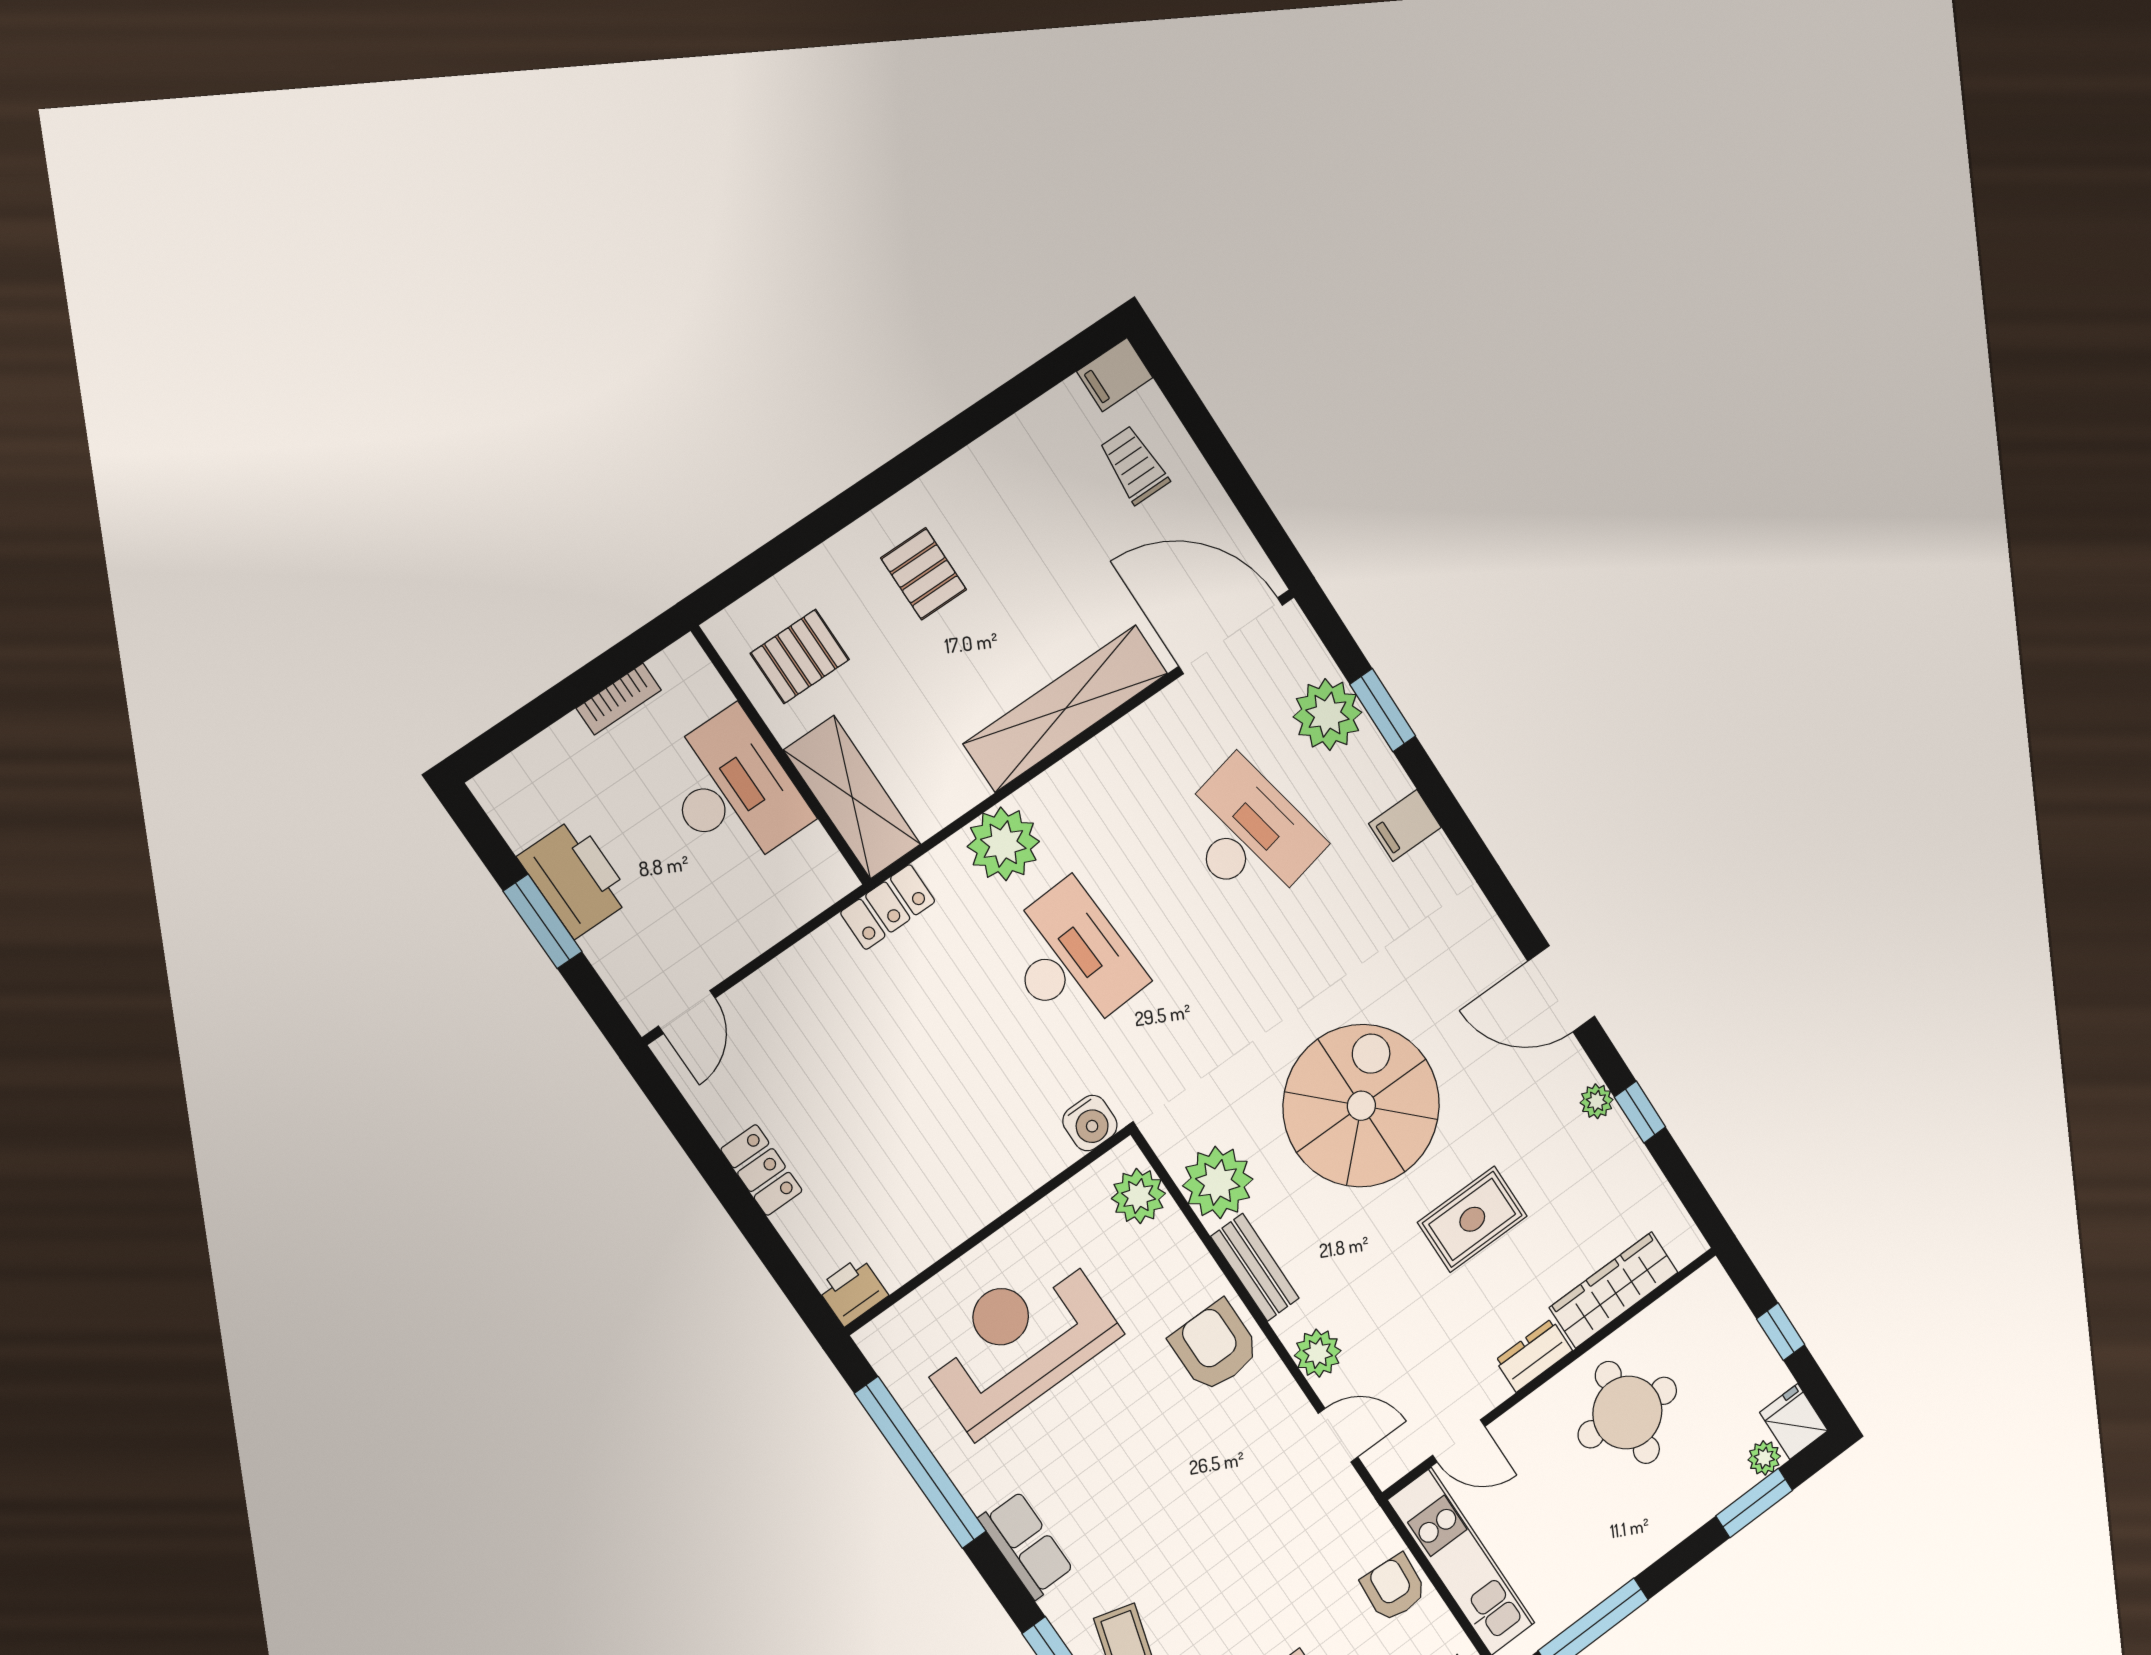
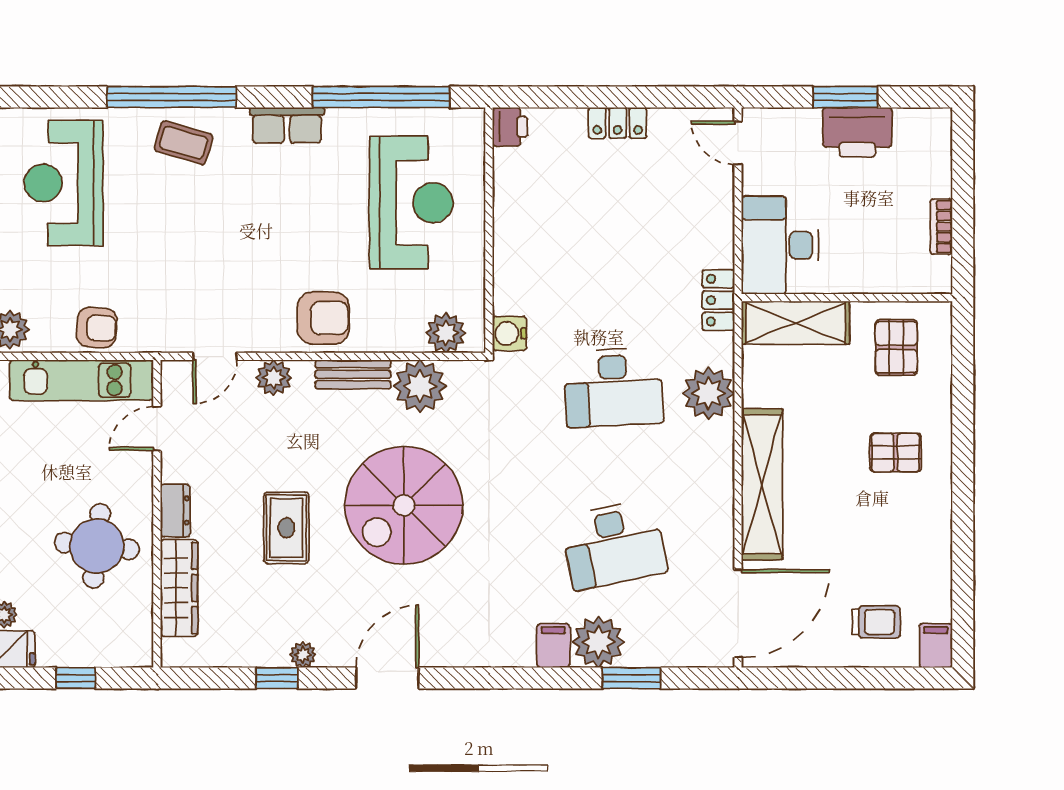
plant: (1328, 715) -> (598, 642), moved
desk: (732, 791) -> (780, 245), moved, turned 90
spiral stairs: (1361, 1106) -> (404, 505), turned 90

